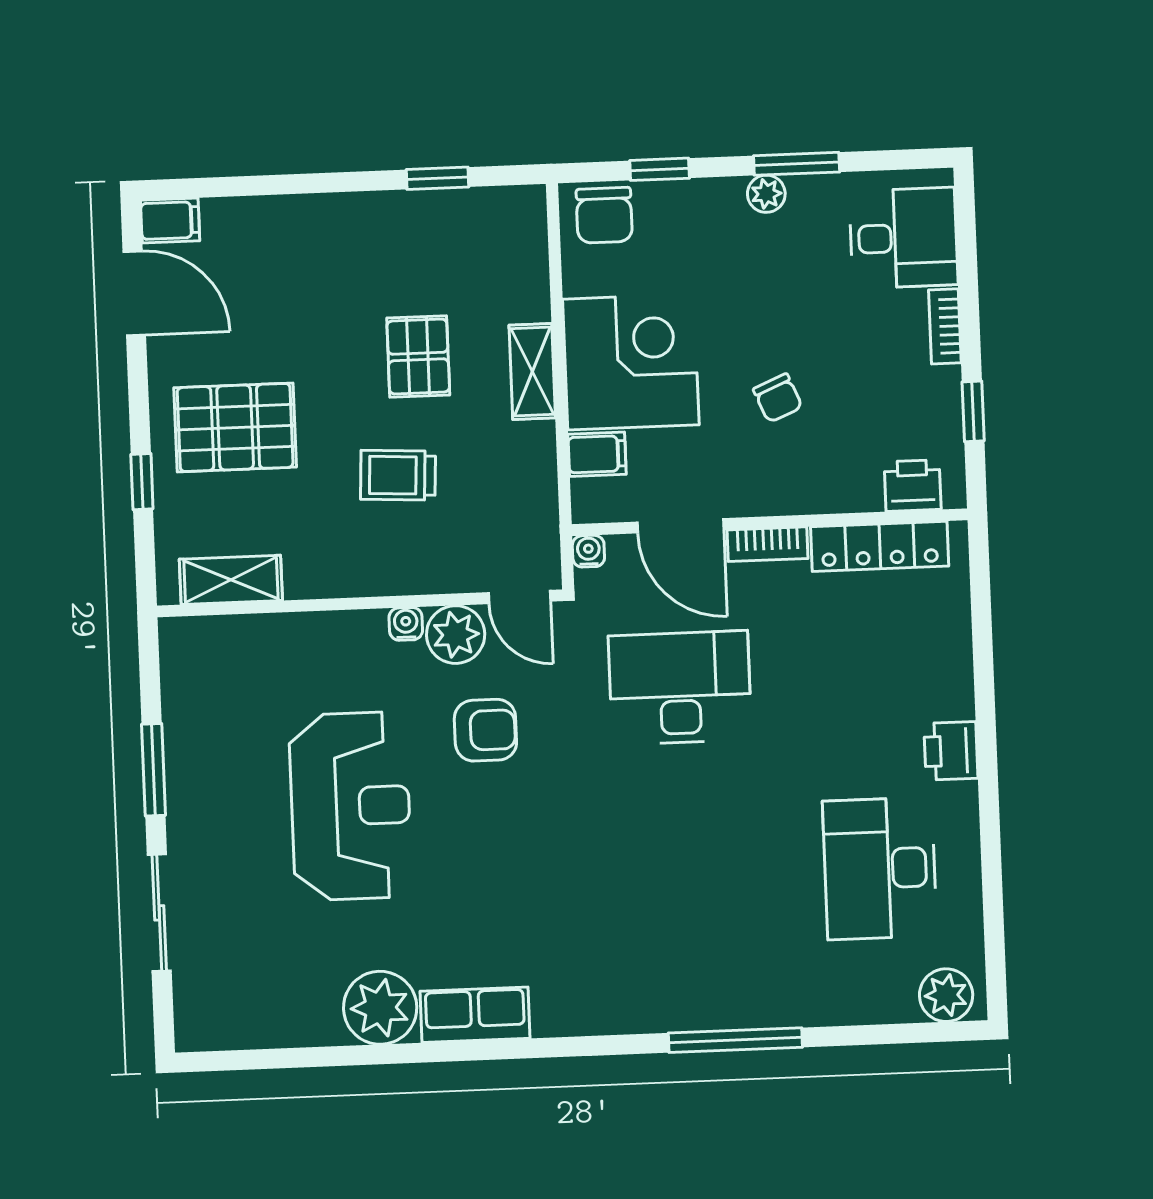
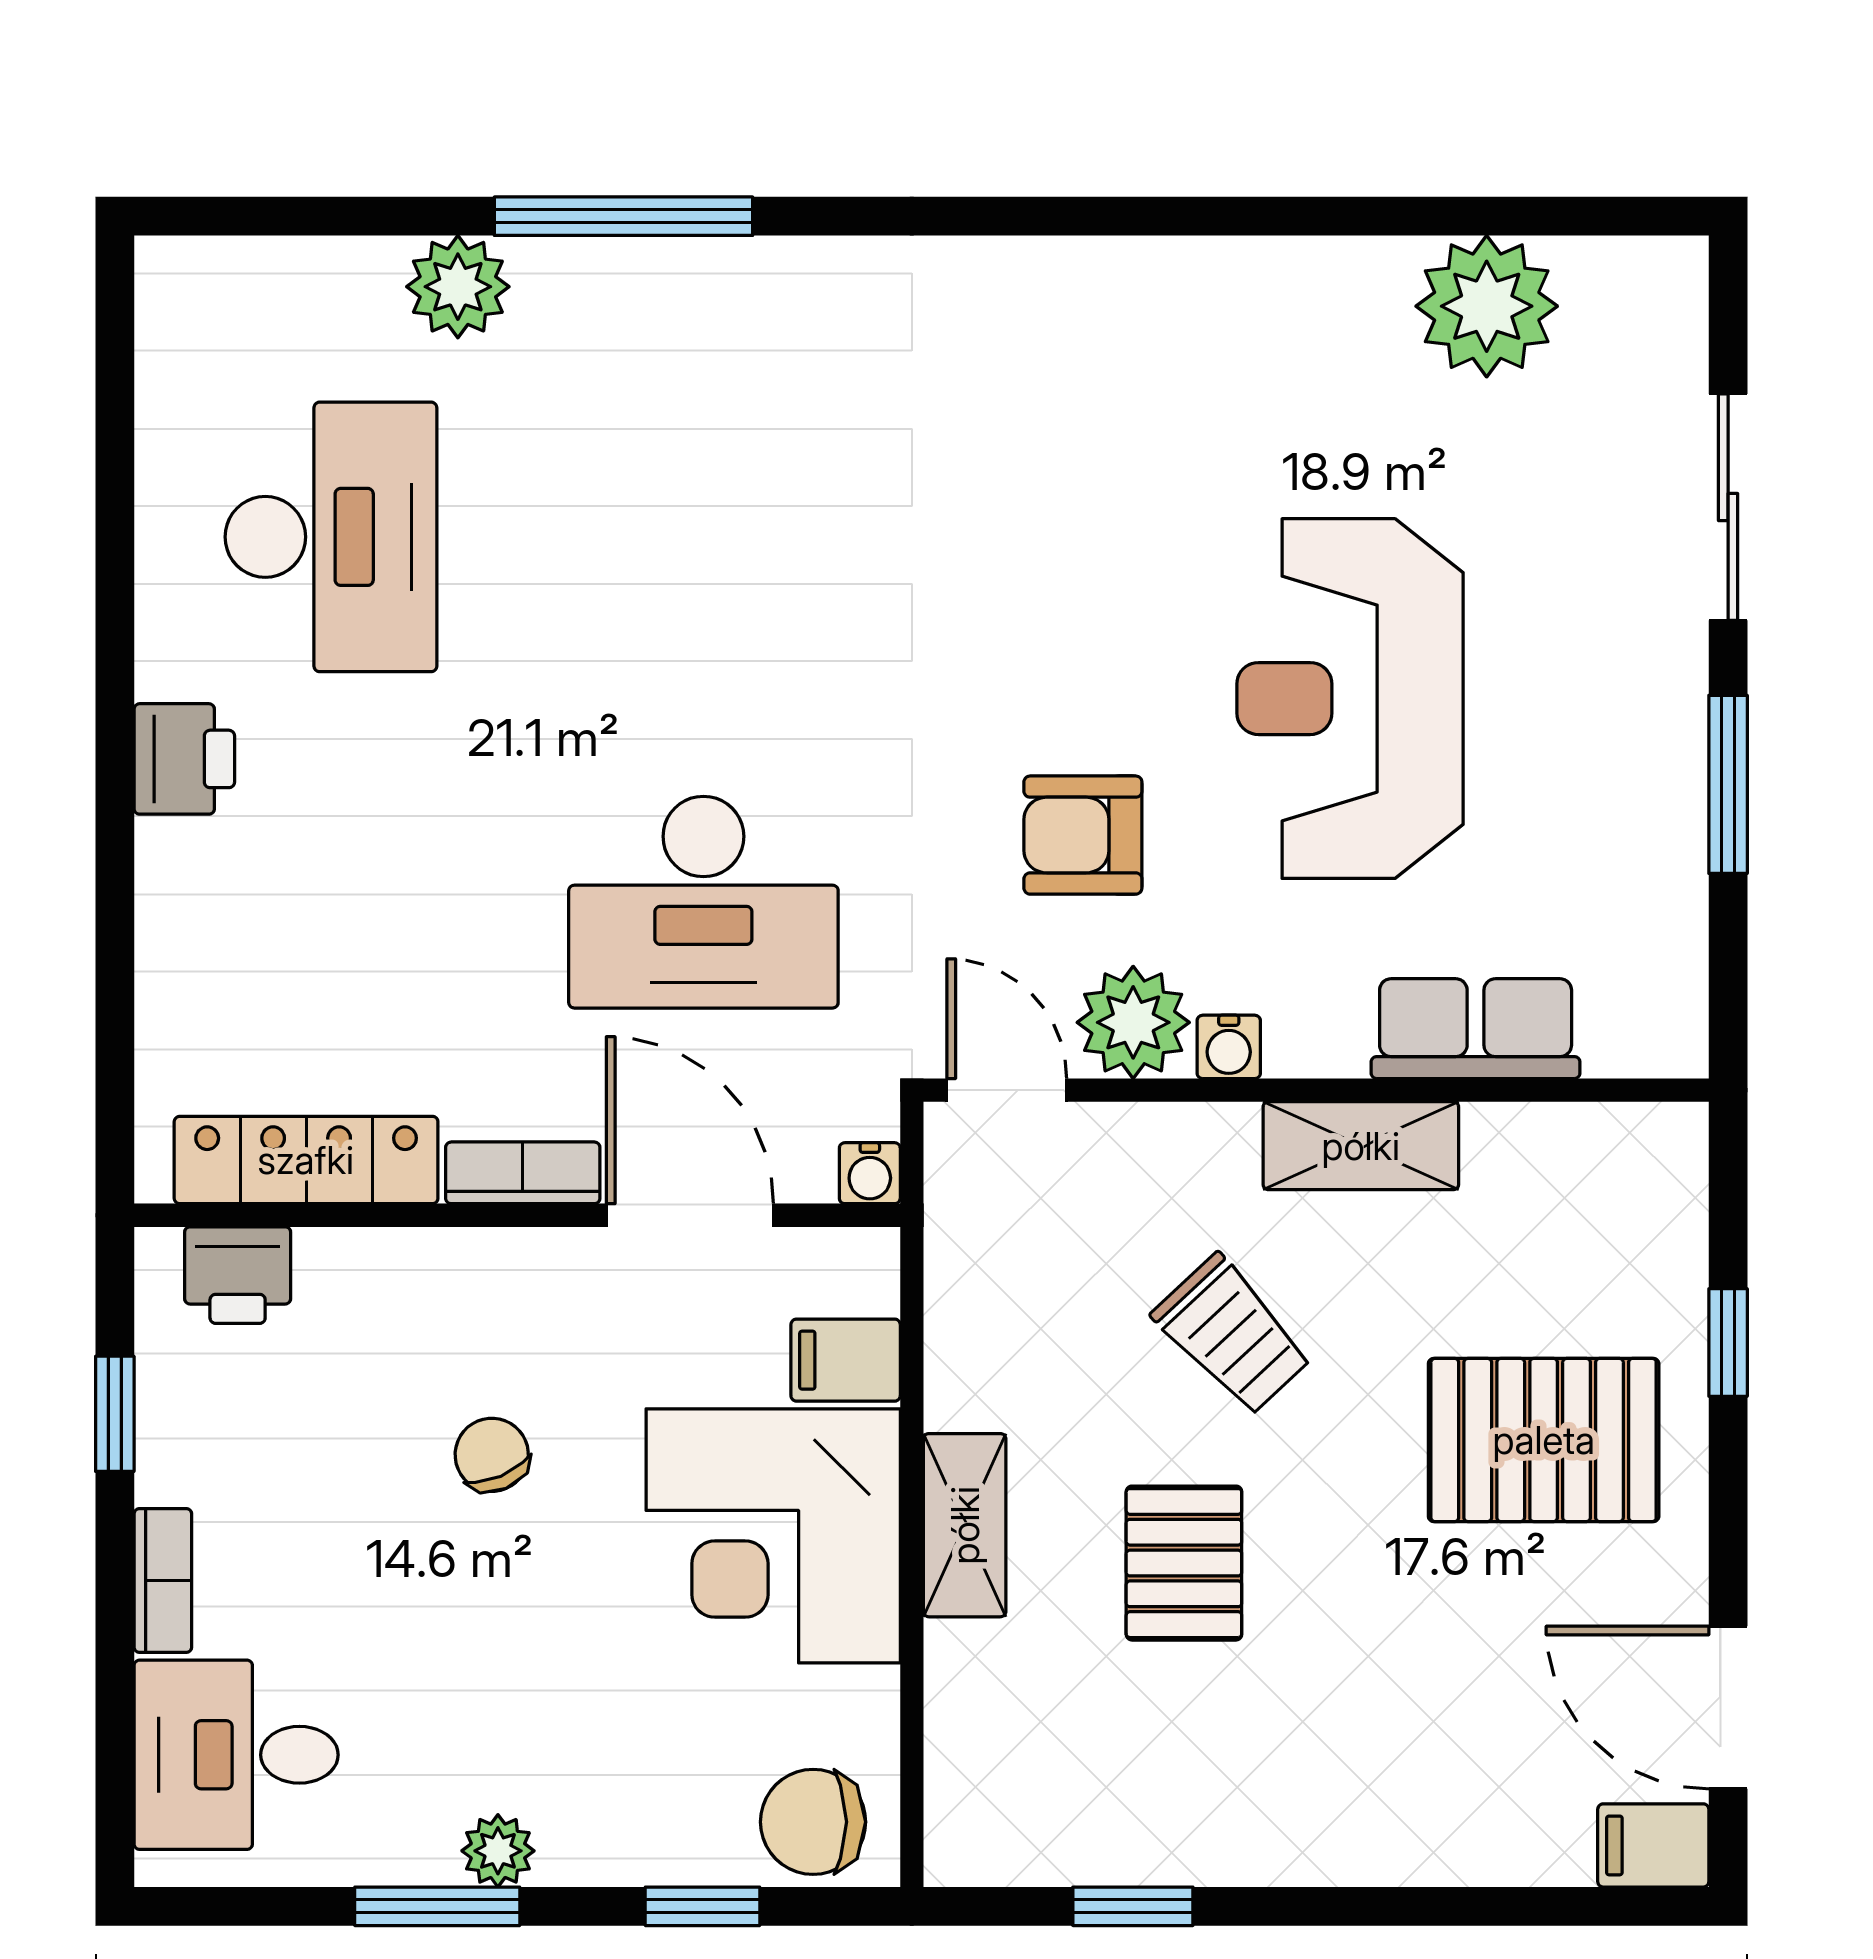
chair: (604, 215) -> (813, 1822), turned -90
trolley: (398, 475) -> (1232, 1335), turned 44
shelving: (231, 580) -> (1361, 1146), moved
plant: (946, 995) -> (458, 287), moved
plant: (380, 1008) -> (1487, 306), moved
row of seats: (475, 1015) -> (1476, 1029), moved, turned 180

